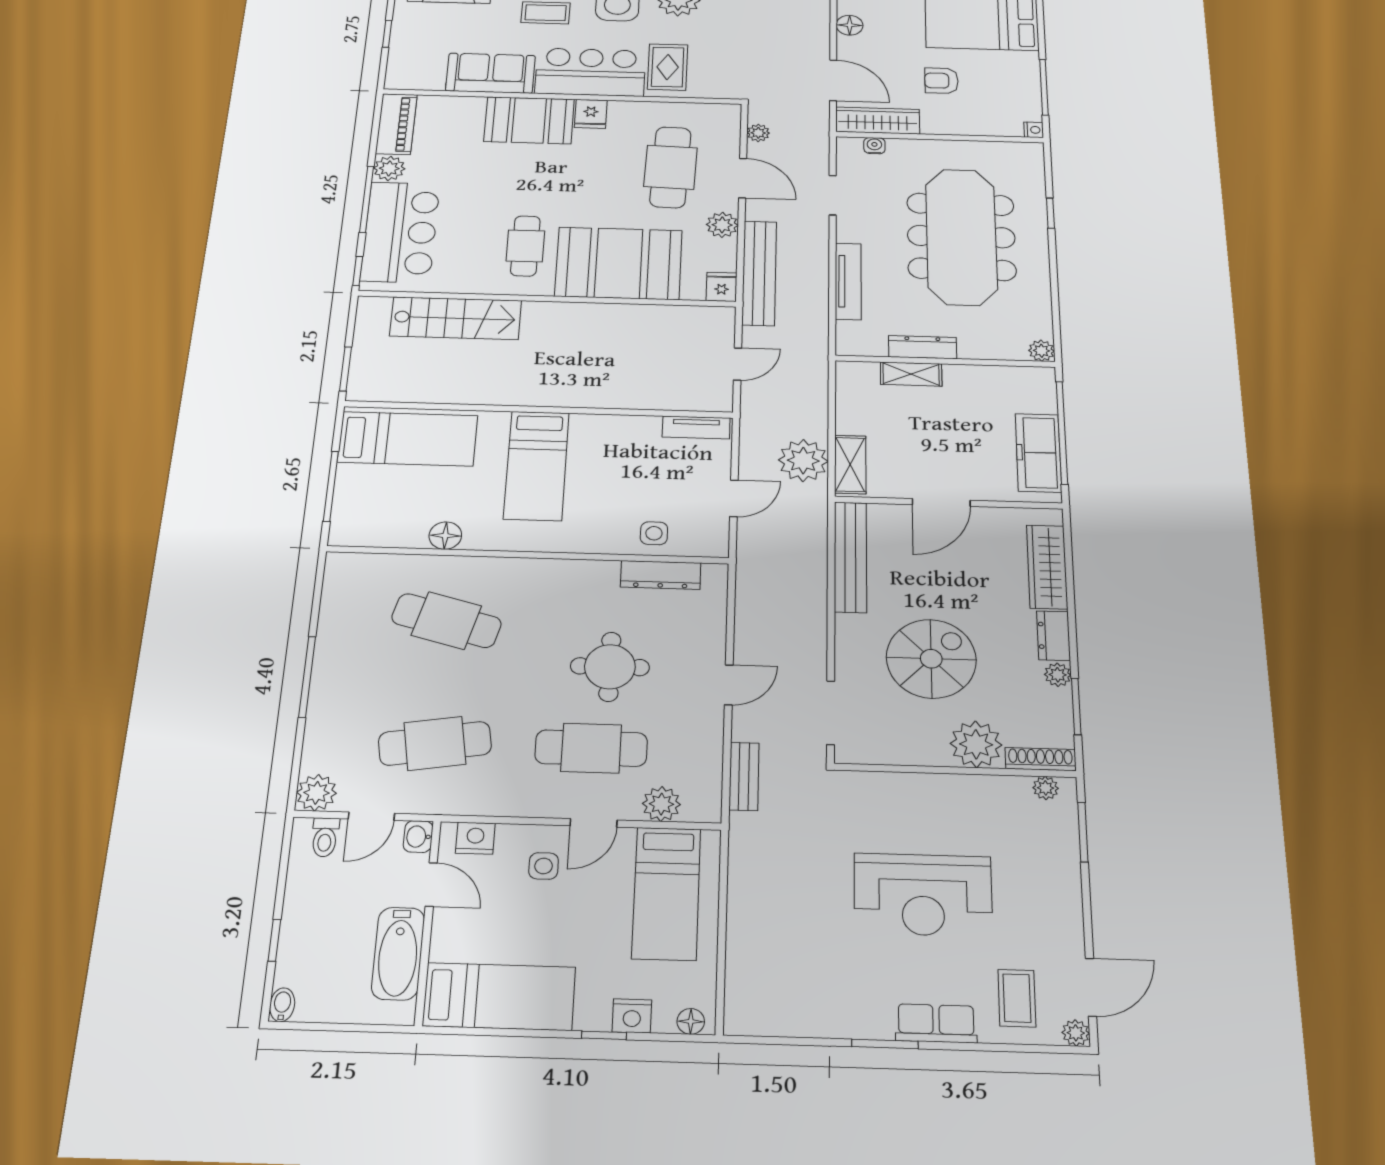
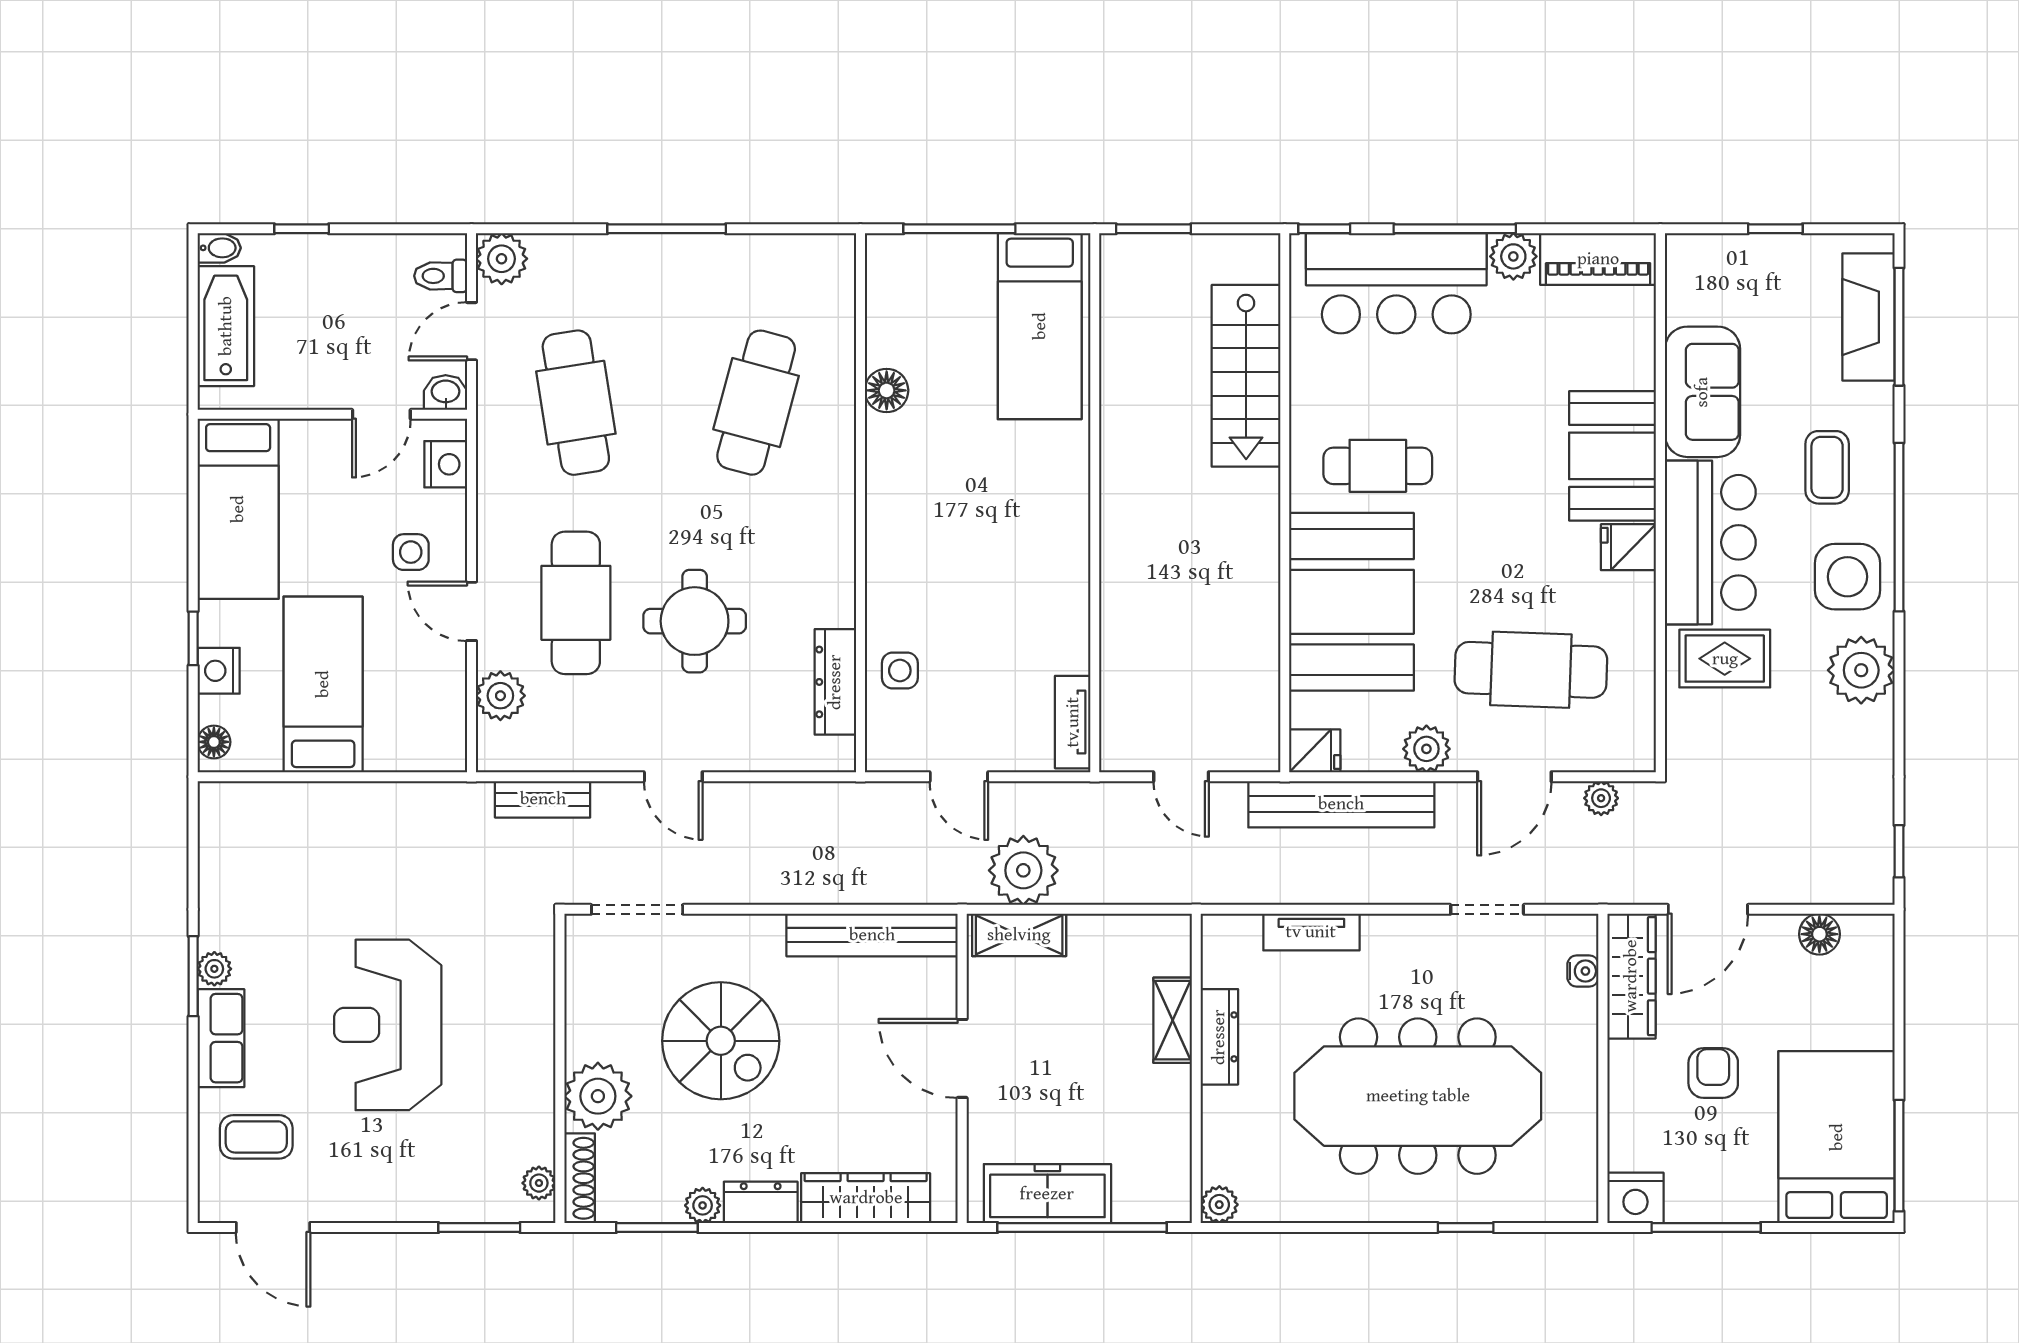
nightstand: (1034, 130) -> (1635, 1198), width x1.89, depth x1.79
tv unit: (848, 281) -> (1311, 932), width x0.71
bed: (536, 465) -> (1003, 506), removed
door: (371, 816) -> (472, 331), hinge flipped
bed: (666, 893) -> (323, 684), moved, turned 90
bathtub: (398, 953) -> (226, 326), moved, turned 90
plant: (1076, 1033) -> (214, 969), moved

